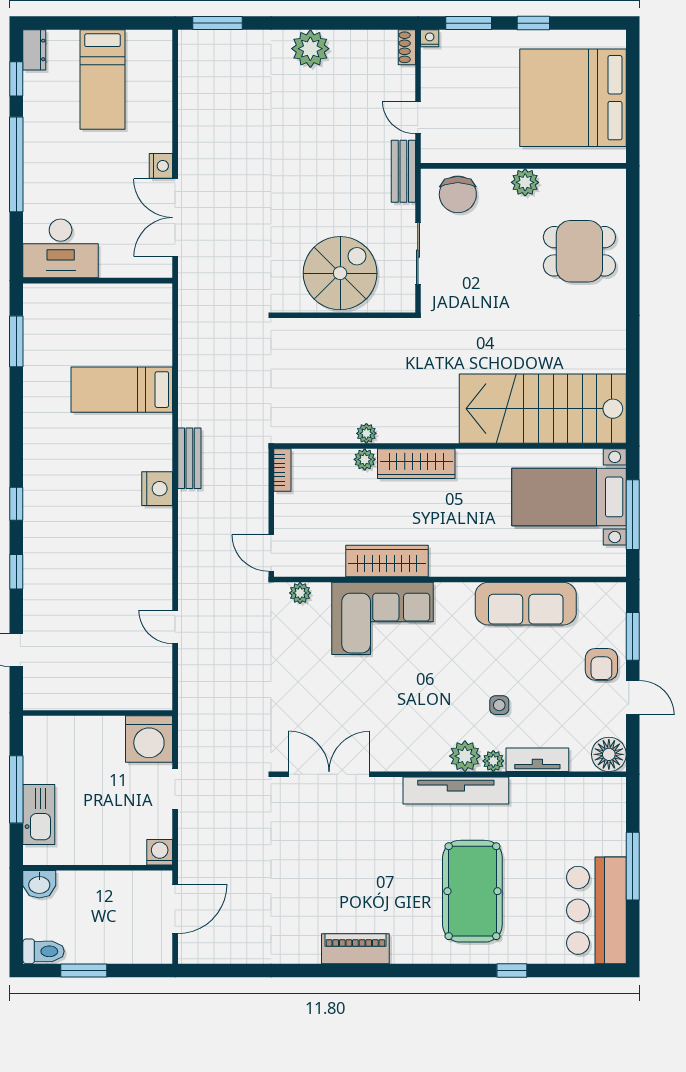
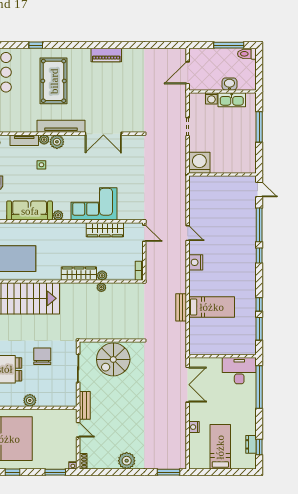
window: (533, 23) -> (13, 472), moved
dresser: (34, 50) -> (251, 444), moved
window: (16, 164) -> (259, 387), moved
nightstand: (161, 166) -> (194, 427), moved
chair: (458, 194) -> (42, 356), moved
window: (16, 395) -> (259, 304), added
bench: (189, 458) -> (181, 307), moved
wardrobe: (387, 561) -> (105, 230), moved
window: (16, 572) -> (259, 225), width x2.17
plant: (300, 593) -> (58, 215), moved
door: (175, 627) -> (188, 233), moved
wall: (98, 713) -> (222, 174), moved
washing machine: (149, 739) -> (199, 163), moved
double door: (329, 774) -> (103, 134), moved
kitchen sink: (39, 815) -> (232, 100), moved, turned -90
washing machine: (160, 852) -> (211, 98), moved
washbasin: (39, 884) -> (229, 84), moved
window: (84, 970) -> (229, 45), width x1.44

